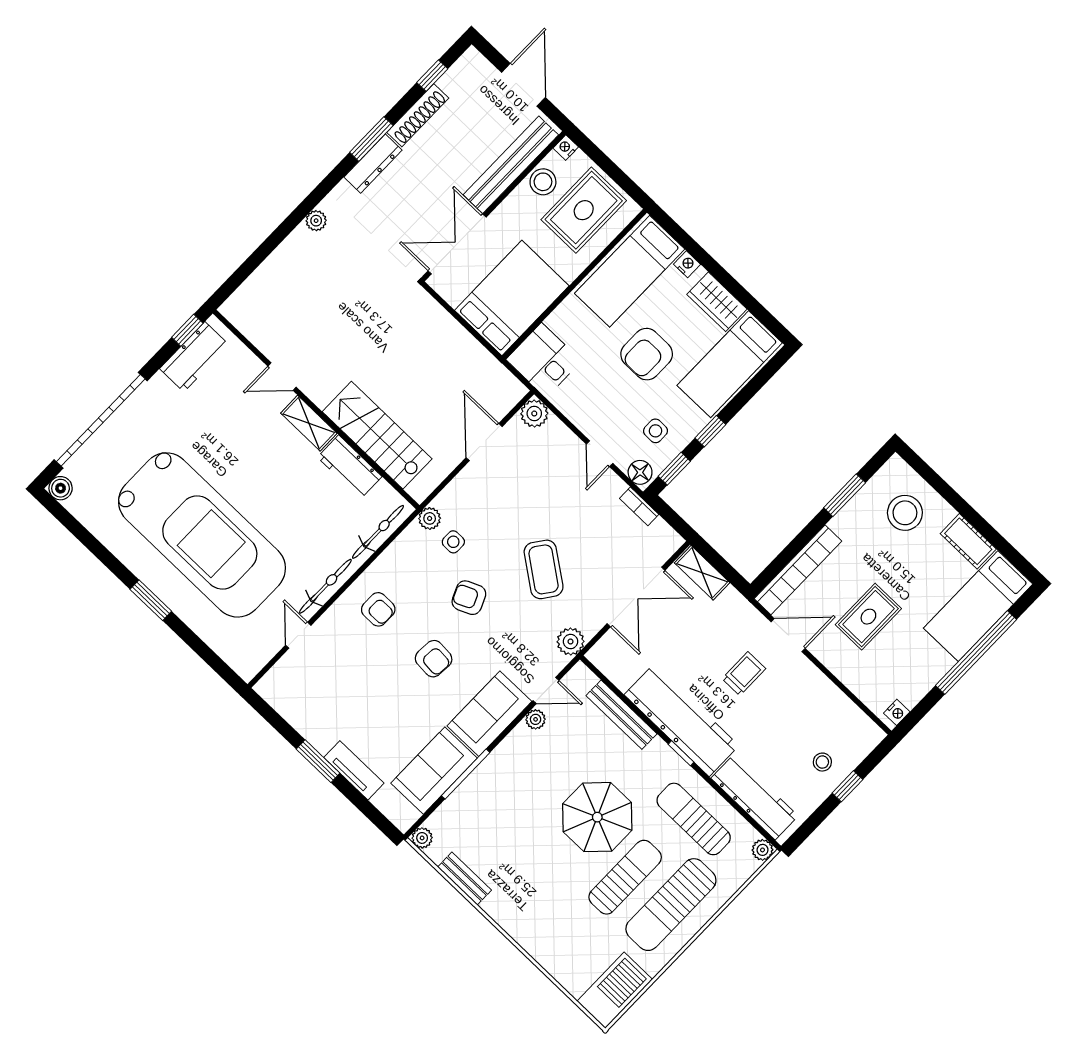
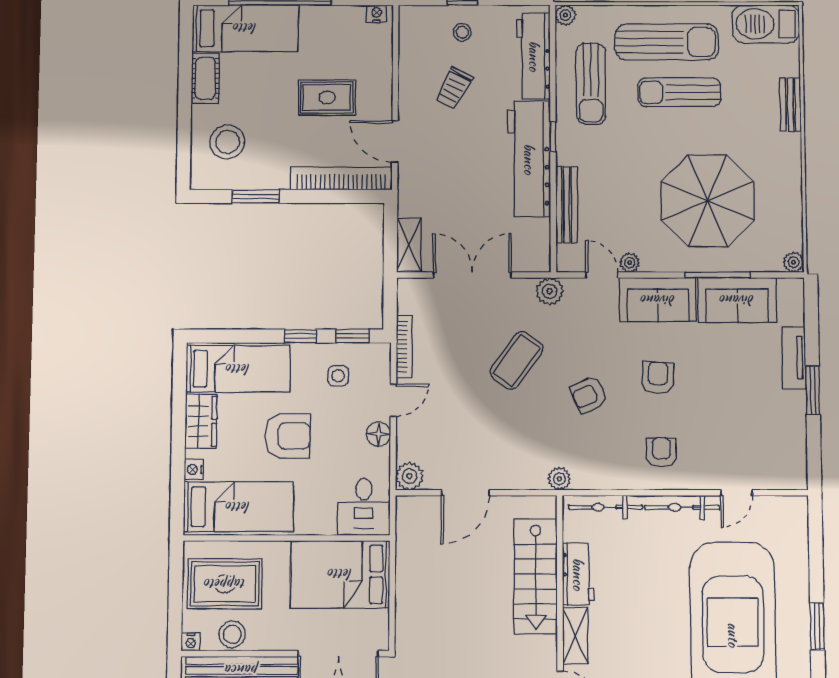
floor lamp: (640, 472) -> (379, 434), moved
bookcase: (639, 506) -> (404, 346), width x1.56
side table: (453, 542) -> (560, 445), removed
armchair: (469, 598) -> (589, 395), turned 90
trolley: (744, 674) -> (454, 88), moved, turned -62
parasol: (597, 817) -> (708, 201), moved, width x1.36, depth x1.36
bench: (465, 879) -> (790, 105), moved

